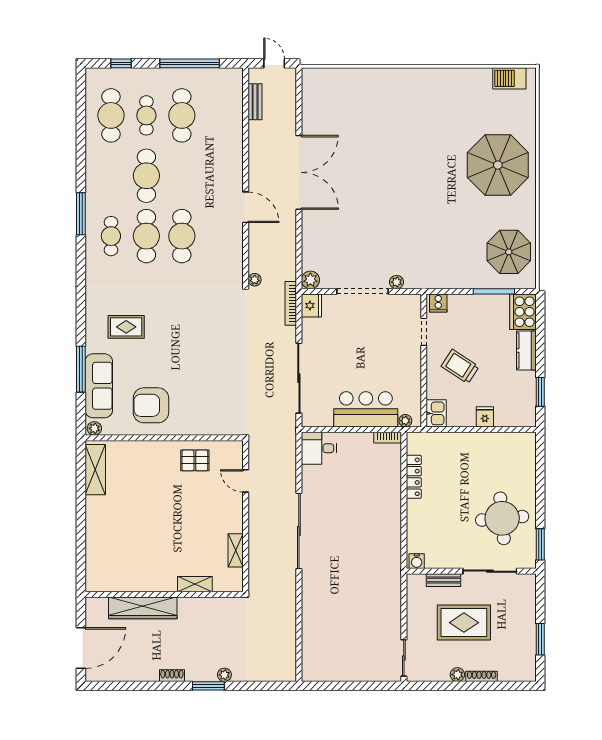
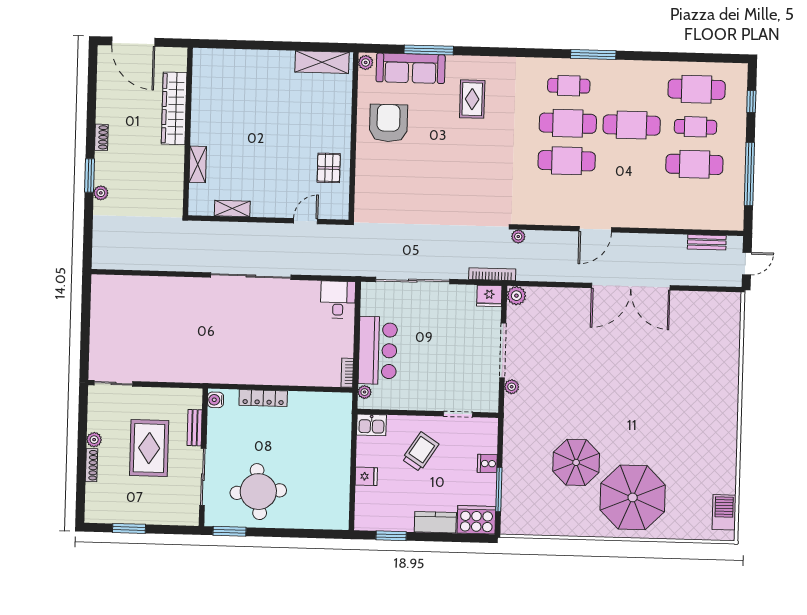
parasol: (509, 252) -> (576, 462), moved
cooker: (438, 303) -> (487, 464), moved
locker: (414, 477) -> (263, 398), moved

